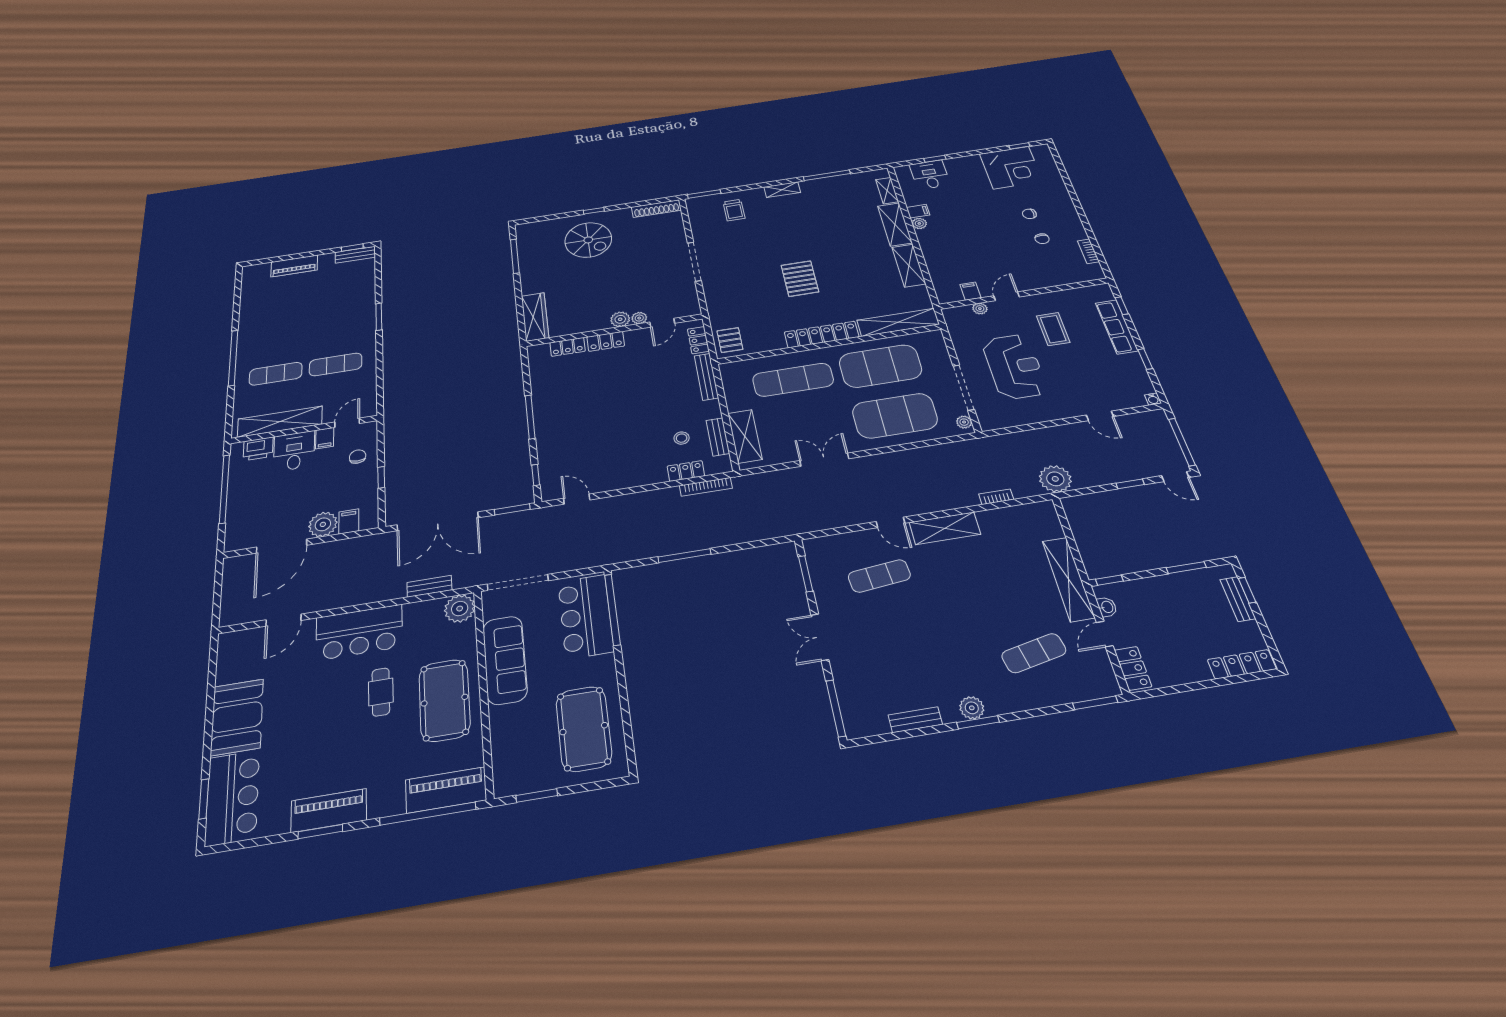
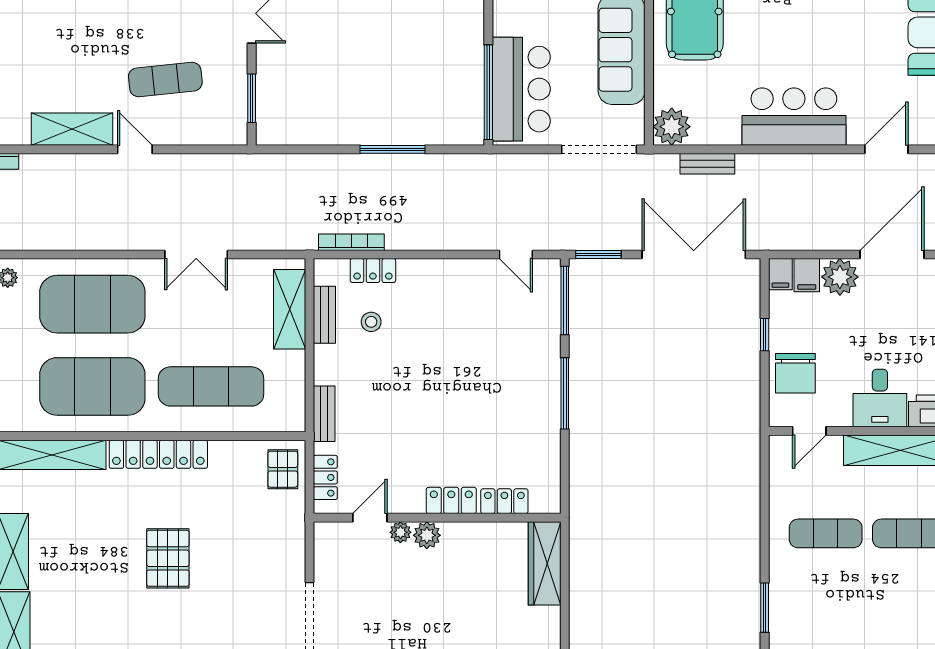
bench: (706, 377) -> (324, 414), width x0.73
filing cabinet: (325, 438) -> (780, 274), moved, turned 180
chair: (358, 457) -> (795, 373), width x1.87, depth x1.87
window: (536, 475) -> (565, 301), width x2.17
cafe table: (381, 692) -> (769, 35), removed

